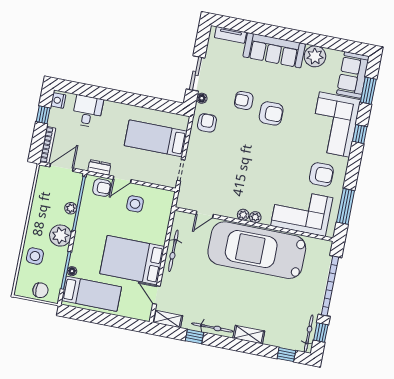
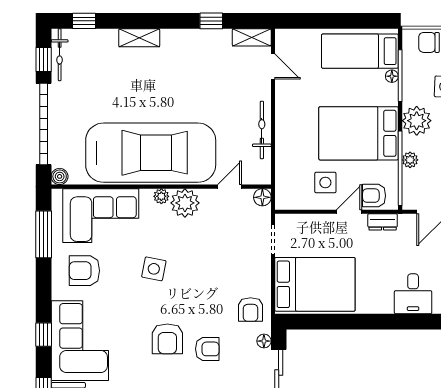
armchair: (271, 113) -> (167, 339), turned -90
bed: (156, 138) -> (315, 284), width x1.50
side table: (271, 166) -> (154, 269), added
floor lamp: (183, 202) -> (262, 197), added
plant: (243, 215) -> (185, 203), width x1.88, depth x1.88
boiler: (326, 246) -> (60, 176), added
bed: (132, 260) -> (359, 133), moved, turned 180
bicycle: (212, 327) -> (190, 38), removed

